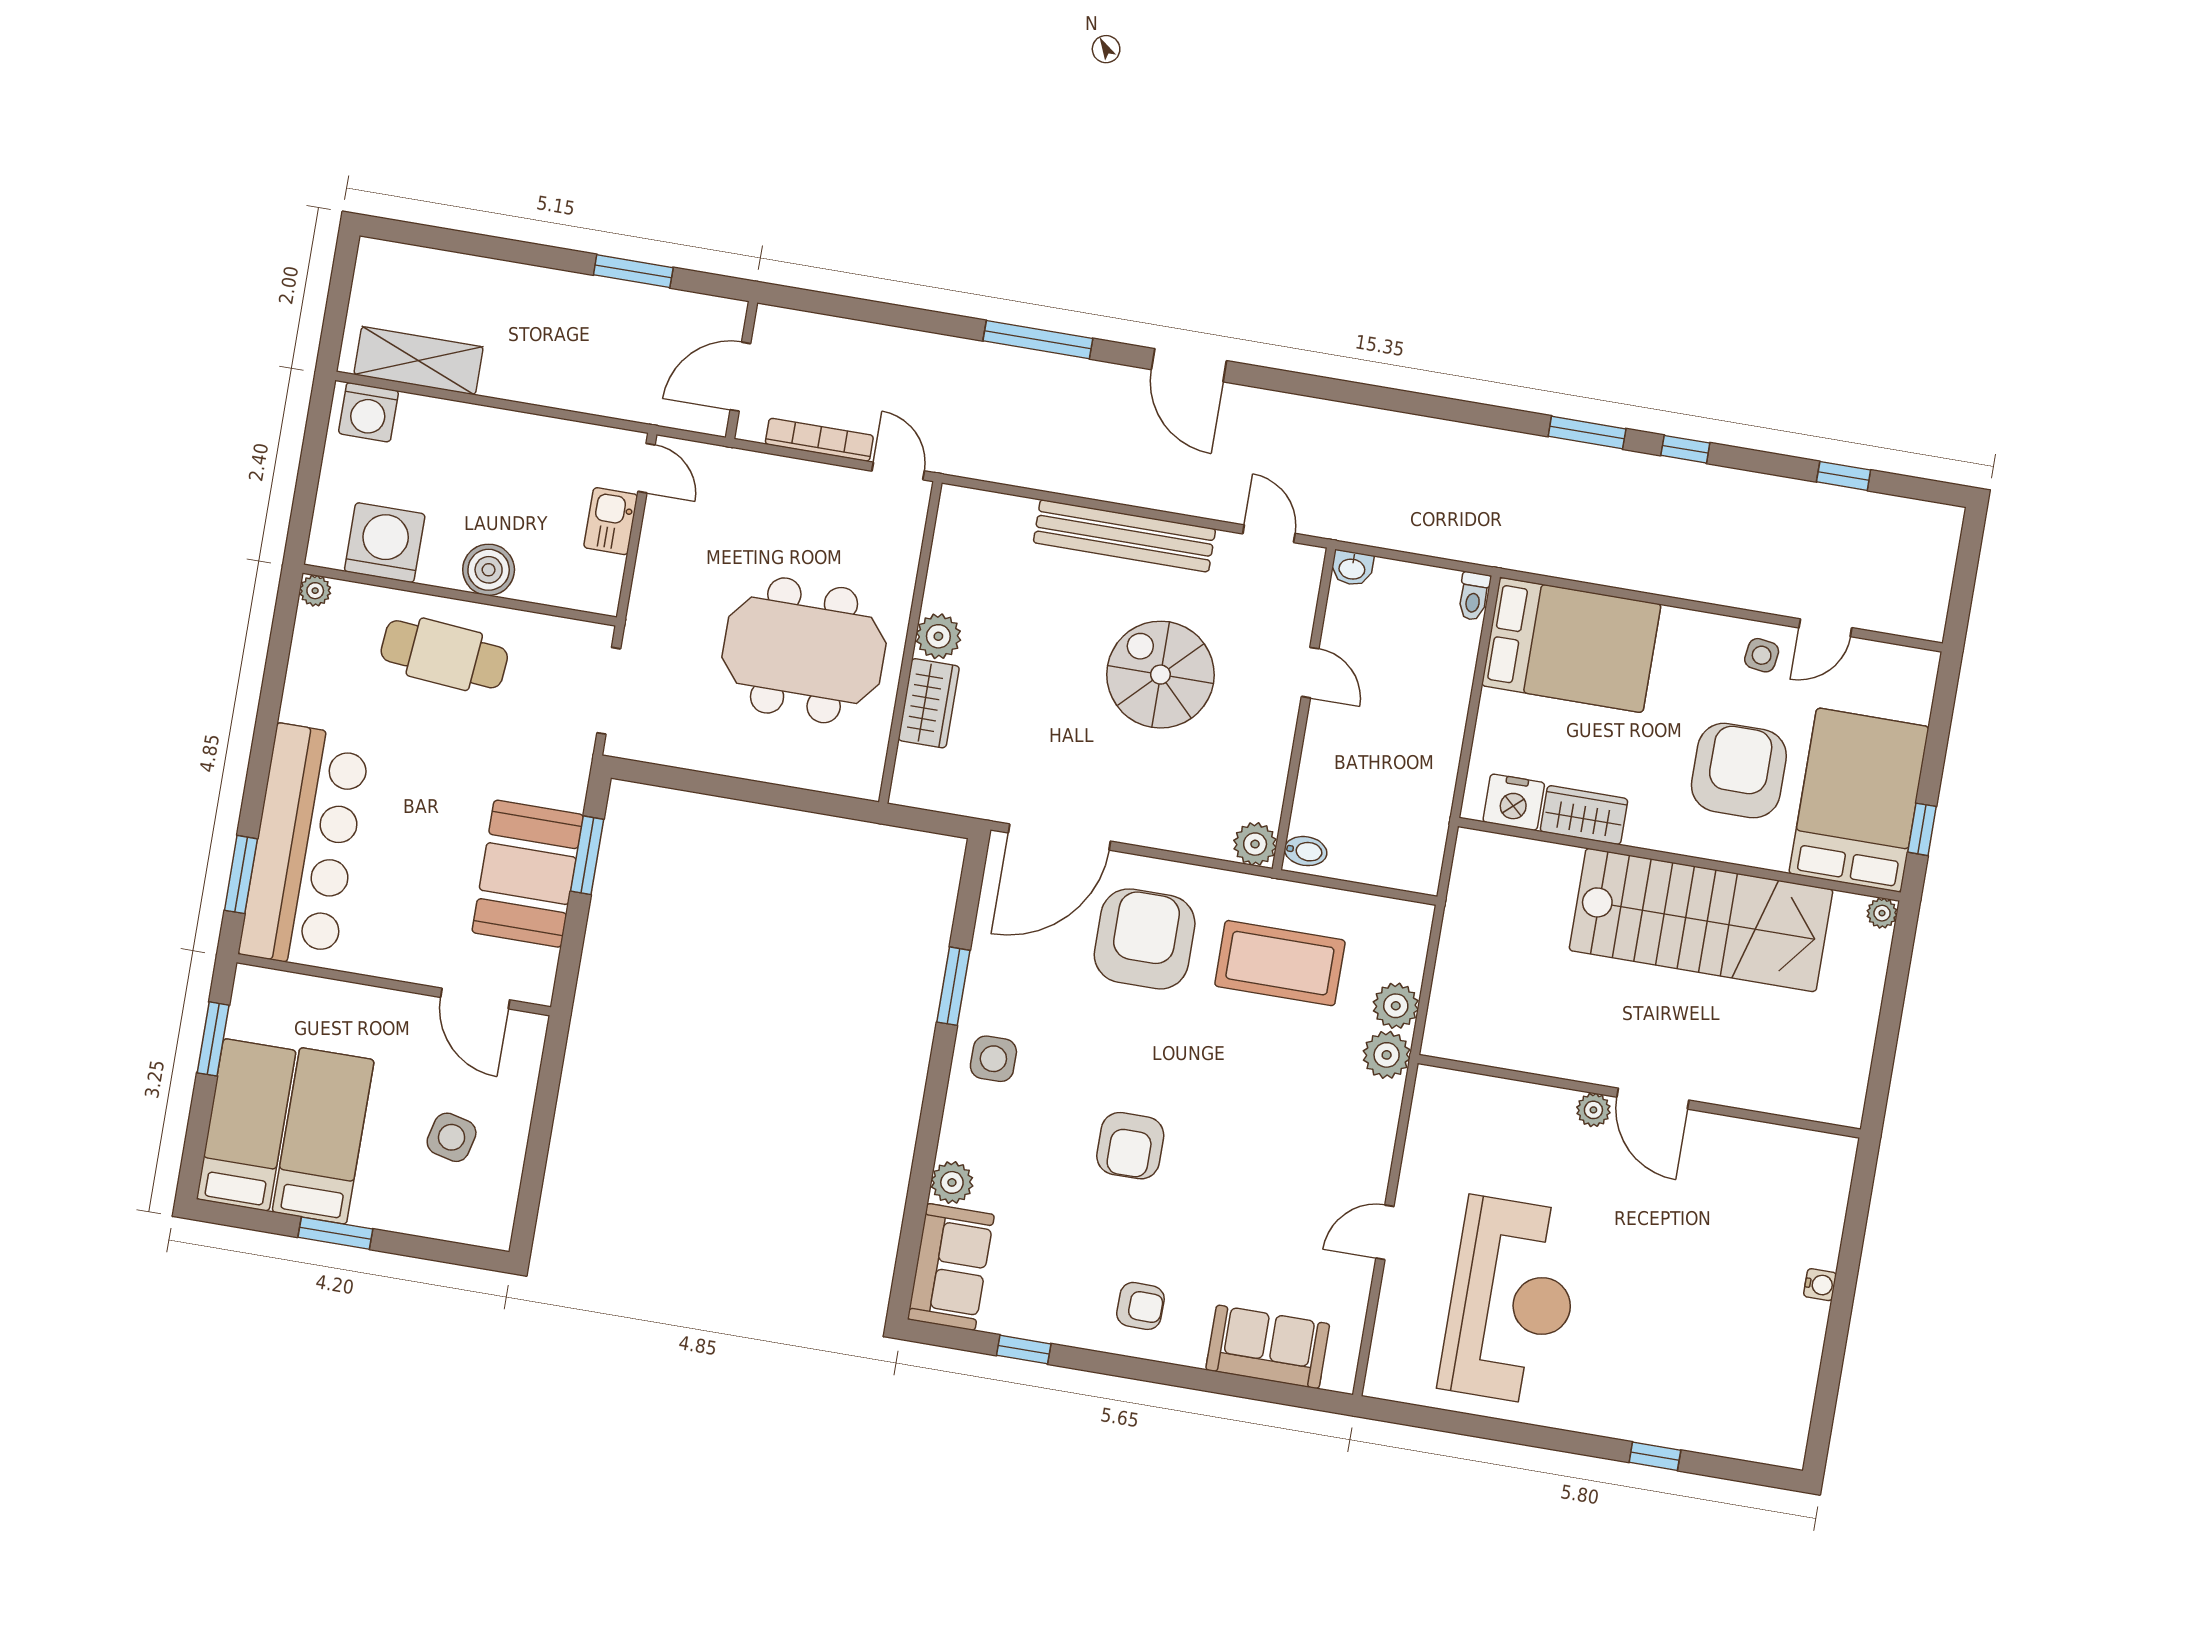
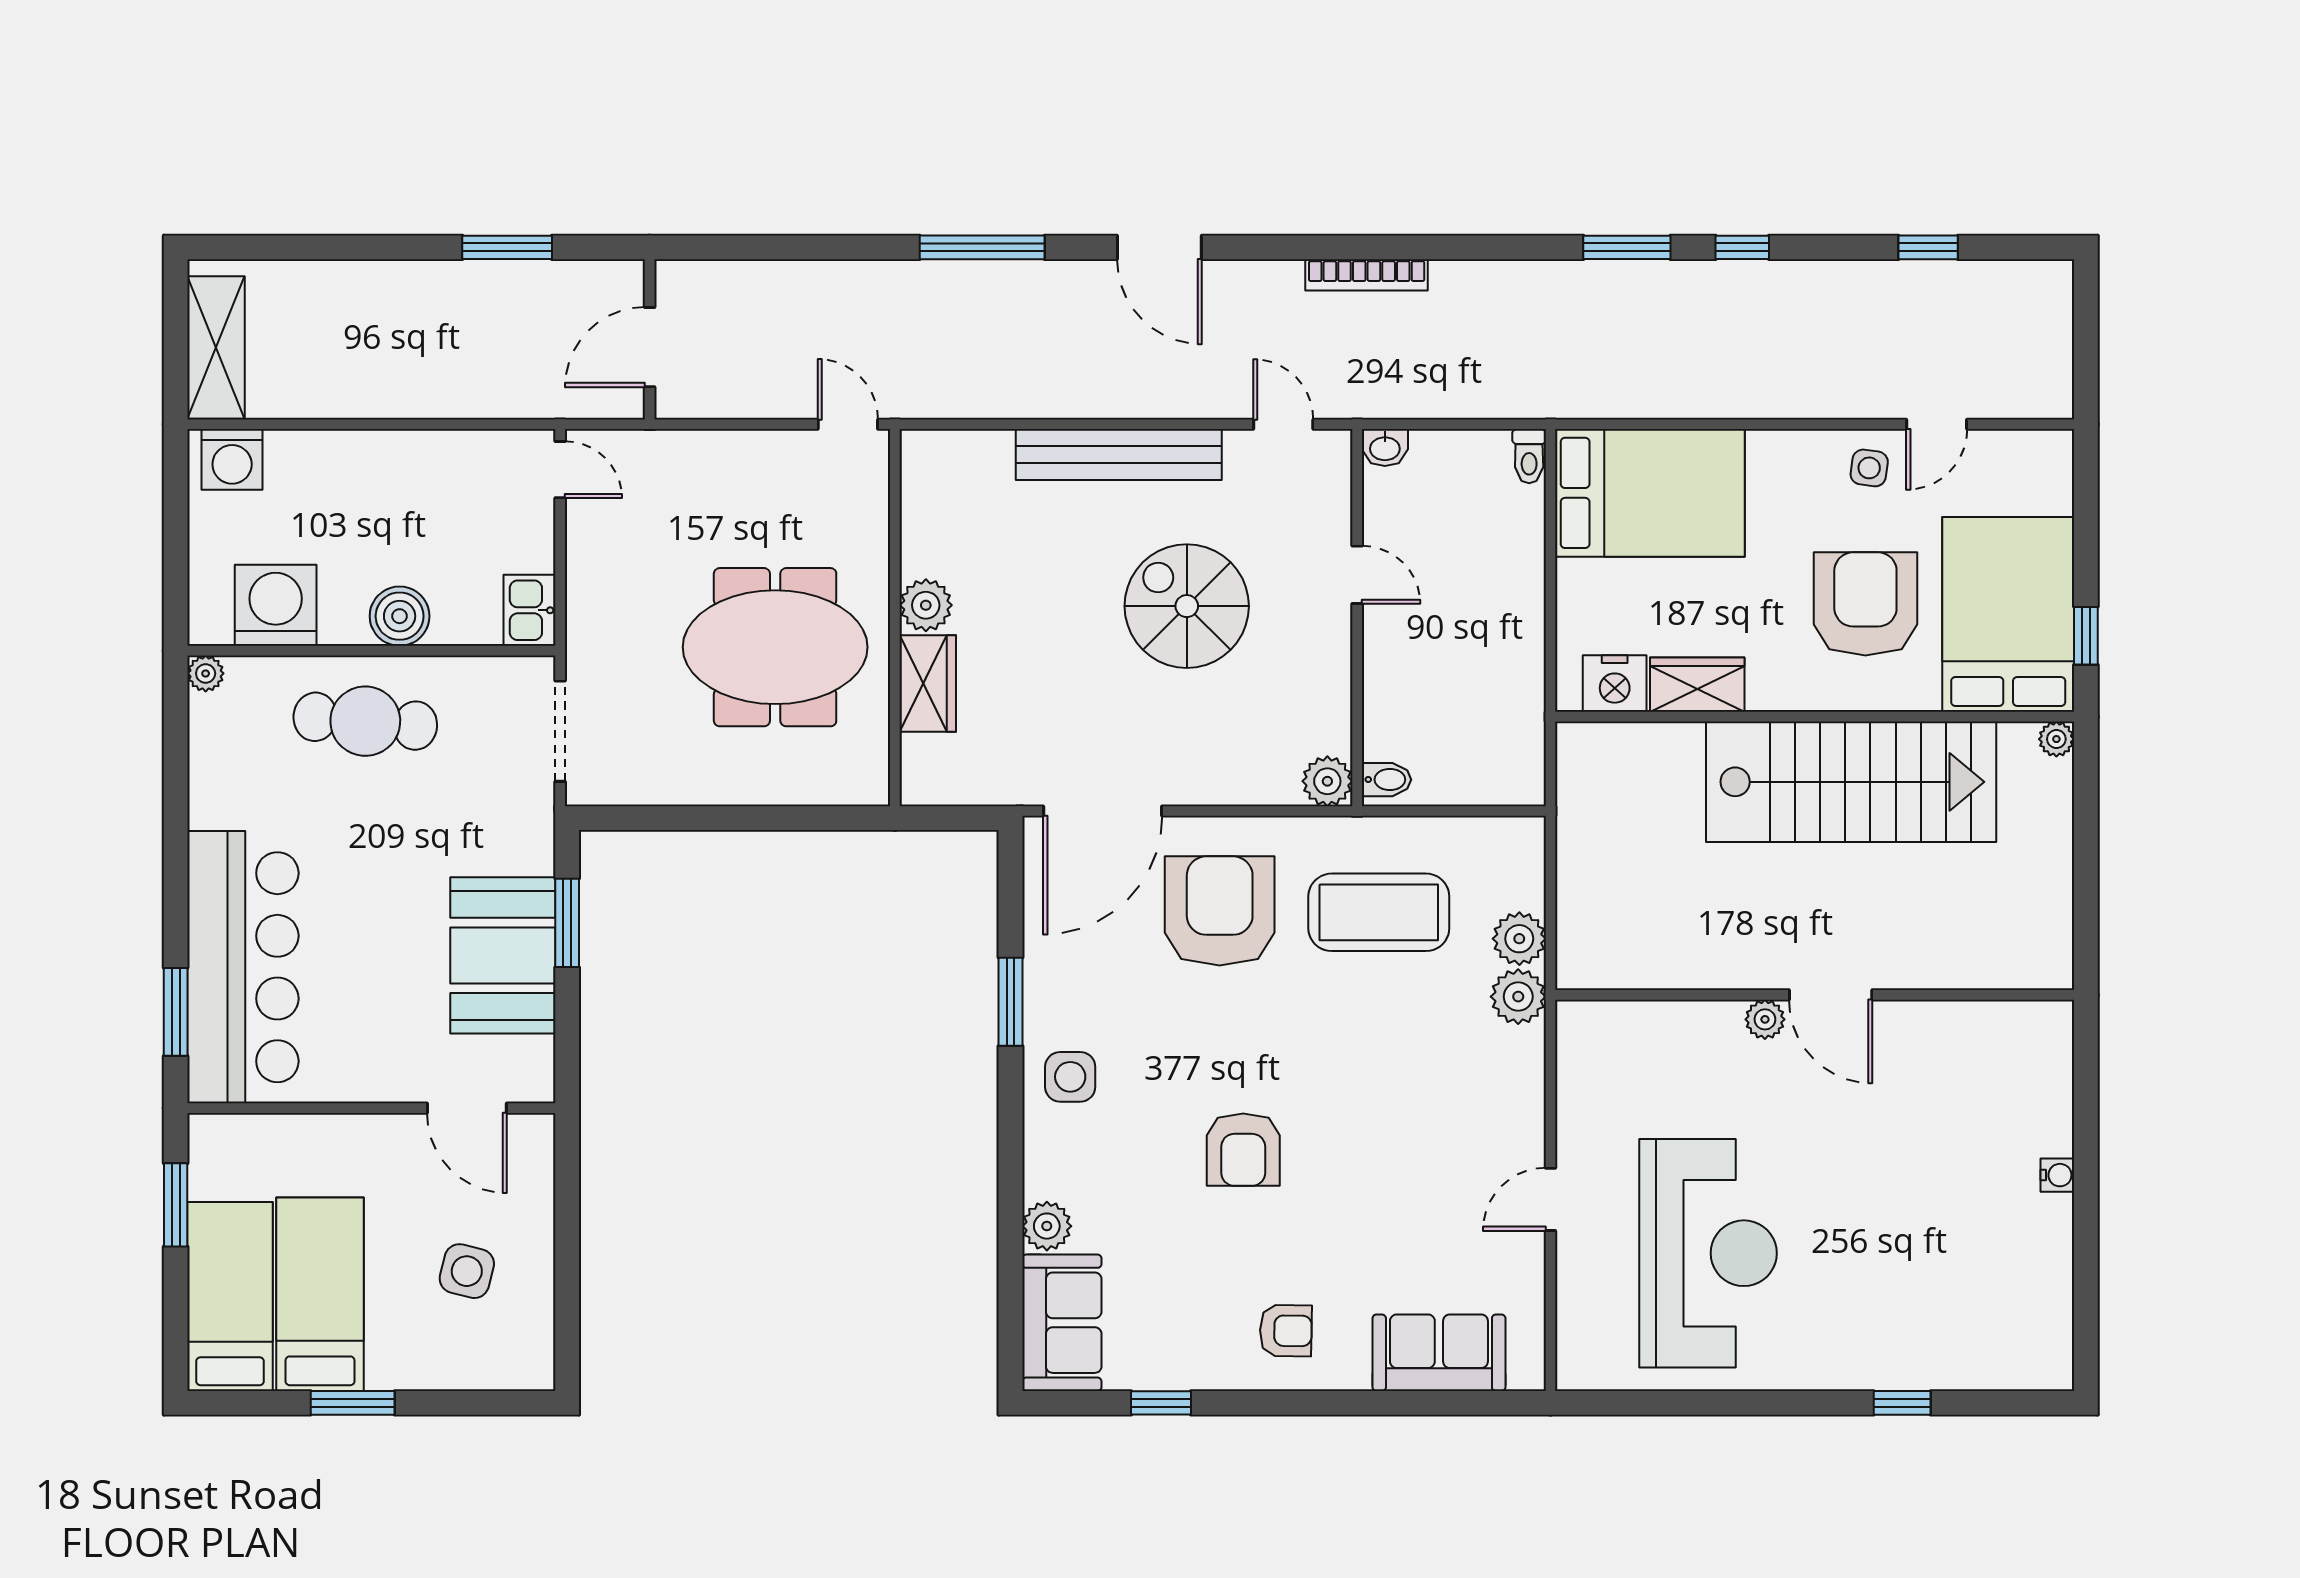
shelving: (419, 361) -> (216, 347), moved, turned 90
bookcase: (819, 440) -> (1367, 275), moved, turned 180
kitchen sink: (611, 521) -> (530, 610), moved

